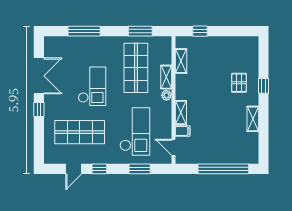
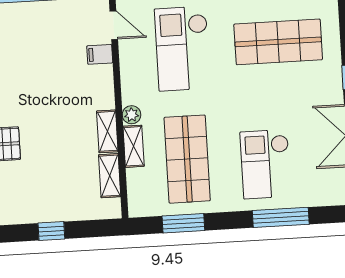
window: (200, 31) -> (51, 231), moved
checkout: (92, 86) -> (266, 164), moved
shelving: (181, 113) -> (107, 131), moved

